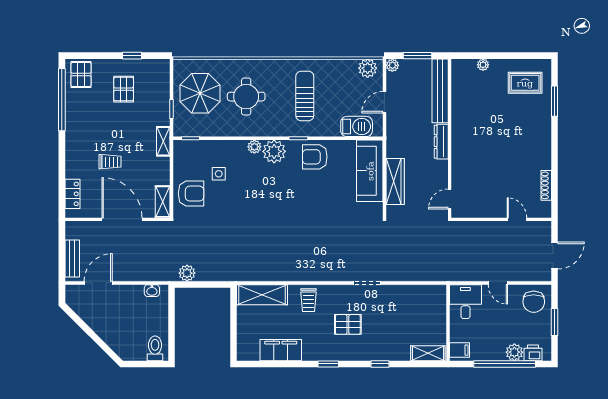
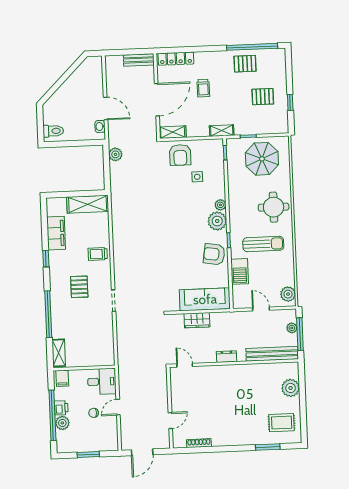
window: (418, 56) -> (300, 334), width x1.44
plant: (392, 65) -> (292, 328), moved
plant: (483, 65) -> (291, 388), width x1.87, depth x1.87
pallet: (81, 75) -> (245, 64), moved
rug: (525, 83) -> (282, 423), turned 90
round table: (246, 97) -> (274, 207), moved
barbecue: (357, 126) -> (240, 271), moved
dresser: (441, 142) -> (227, 357), width x0.70
armchair: (315, 157) -> (214, 254), turned -81
wardrobe: (395, 181) -> (197, 320), width x0.67
locker: (72, 194) -> (176, 59), width x1.53
door: (554, 256) -> (142, 452), hinge flipped
bench: (72, 258) -> (139, 60), moved
door: (98, 283) -> (106, 108), moved
shelving: (262, 295) -> (88, 204), moved, turned 90
chair: (534, 302) -> (94, 413), moved, width x0.54, depth x0.54
printer: (533, 353) -> (61, 408), moved
window: (328, 364) -> (46, 259), moved
window: (380, 364) -> (48, 314), width x3.17

